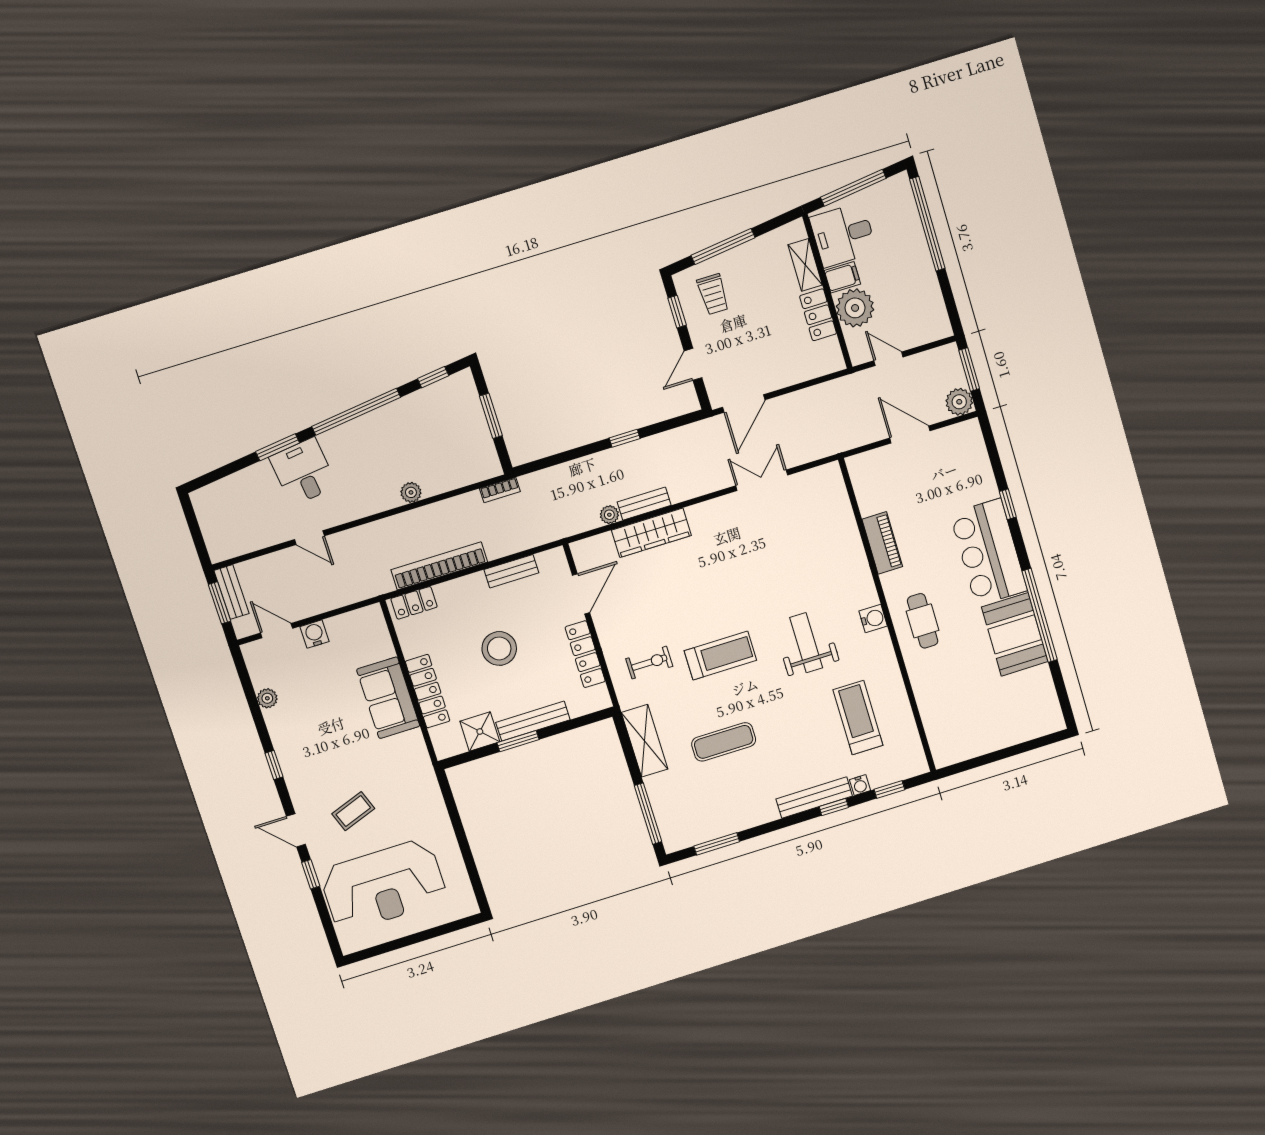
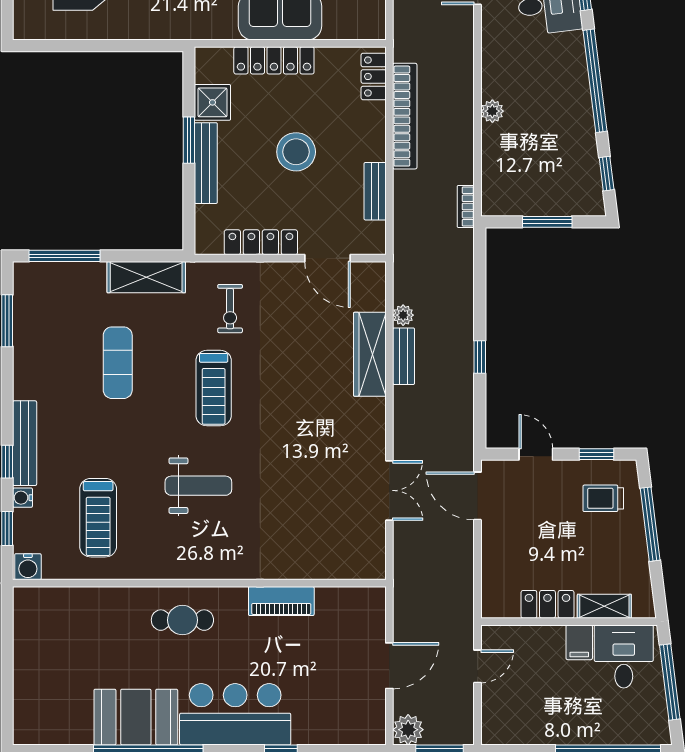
plant: (855, 308) -> (543, 646), removed
water cooler: (873, 619) -> (28, 567), moved
treadmill: (858, 718) -> (98, 518), turned 90

